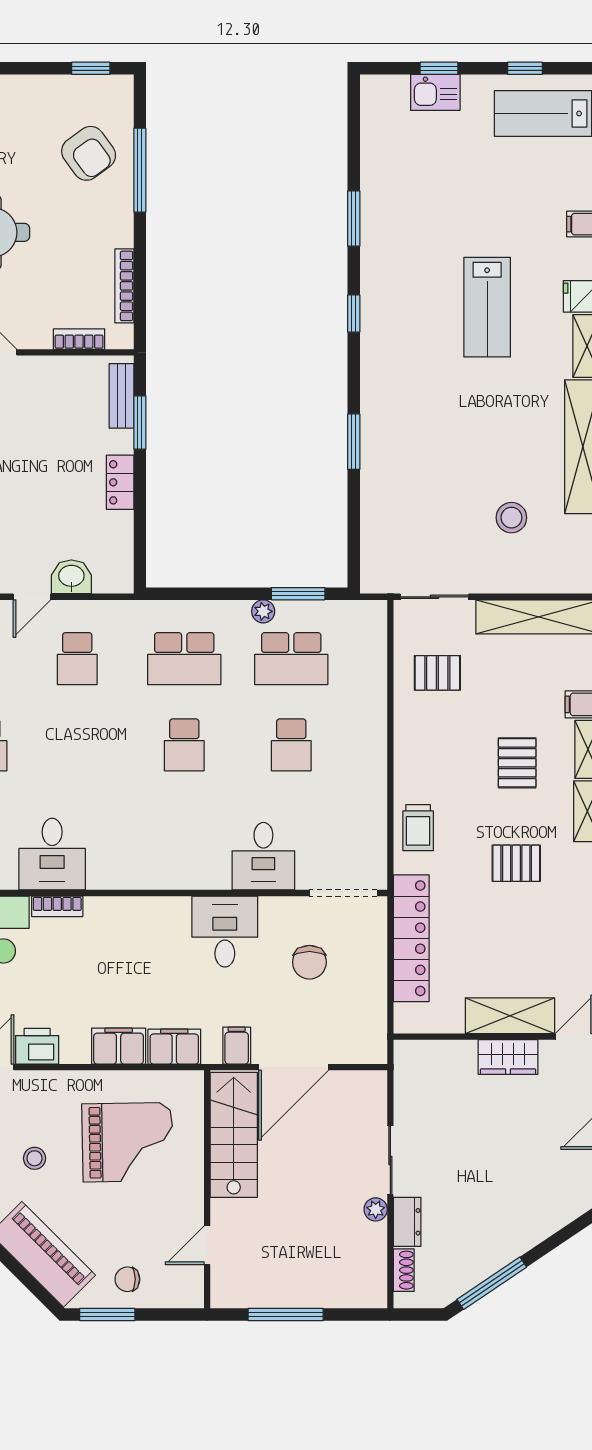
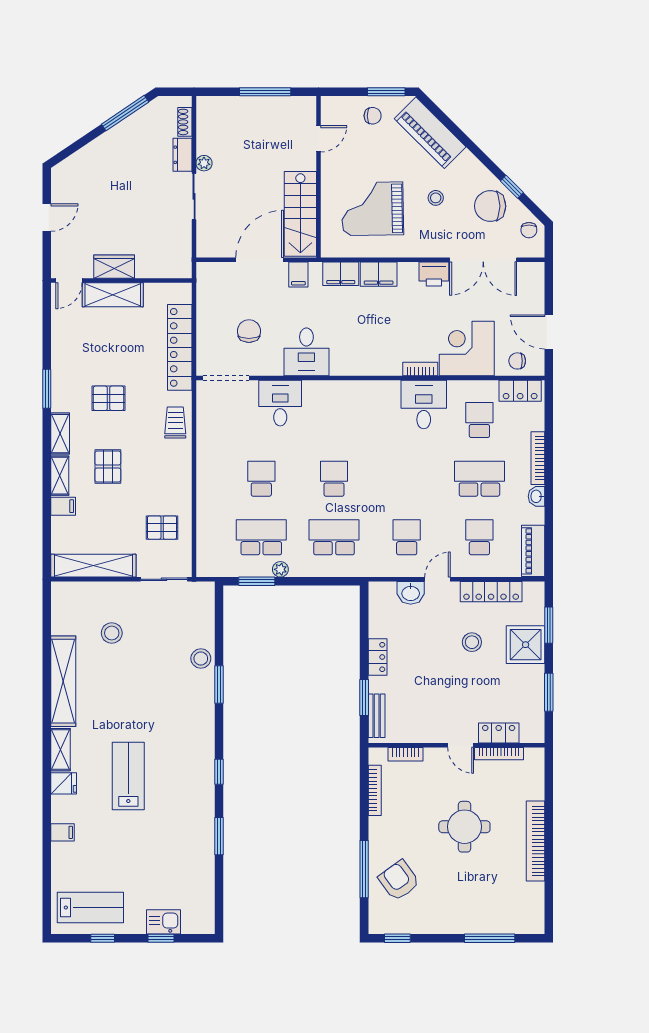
stool: (380, 480) -> (201, 658), added

